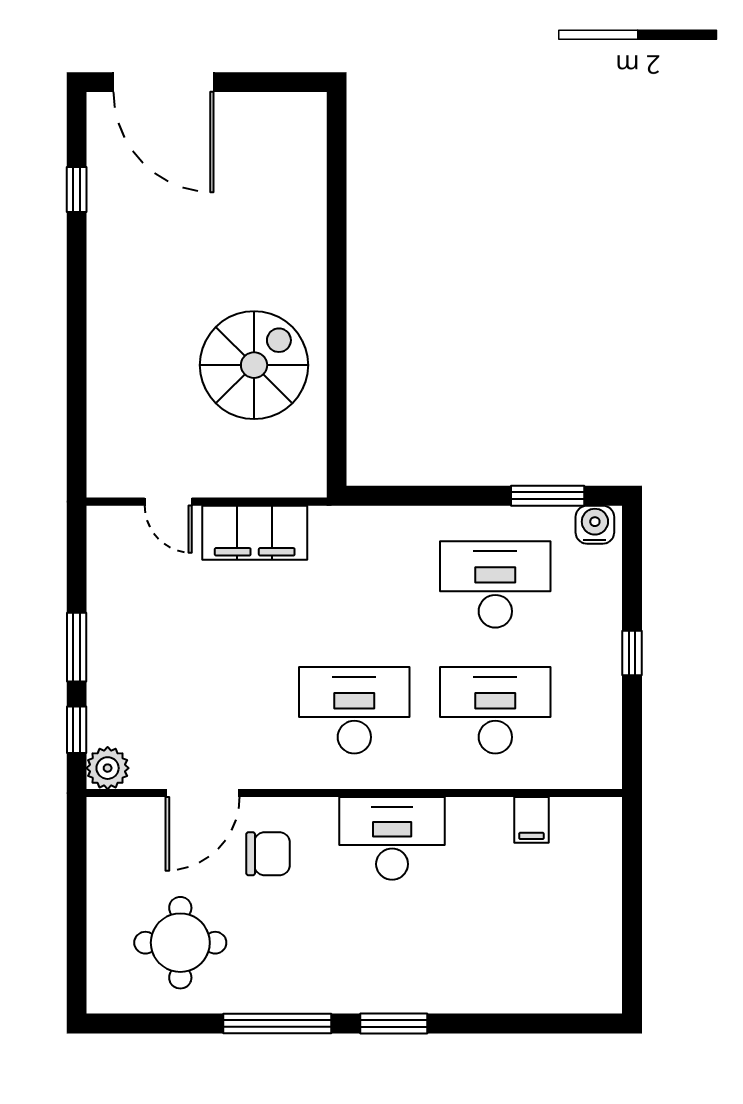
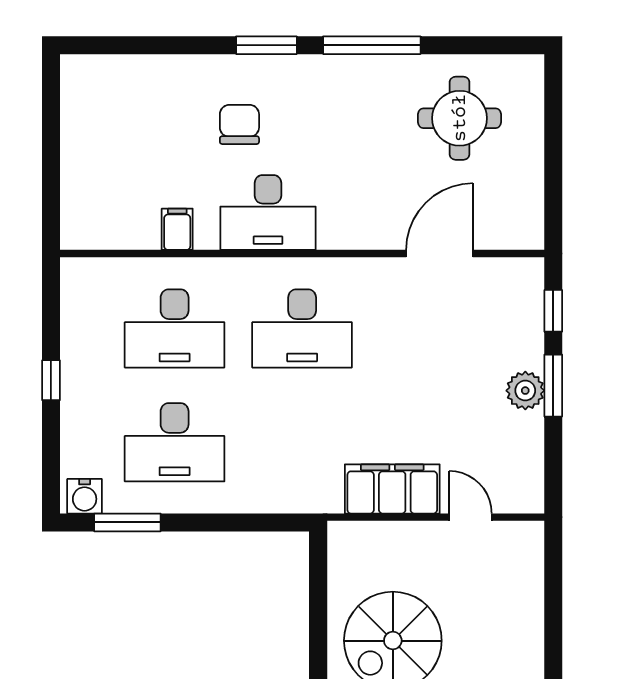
plant: (108, 768) -> (525, 391), moved
filing cabinet: (531, 820) -> (177, 229), moved
chair: (268, 854) -> (239, 124), moved, turned 90

